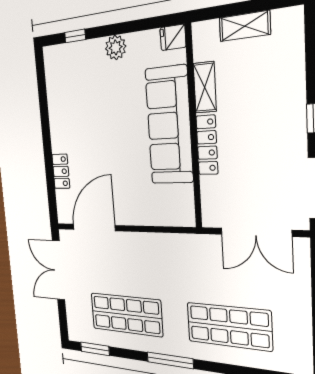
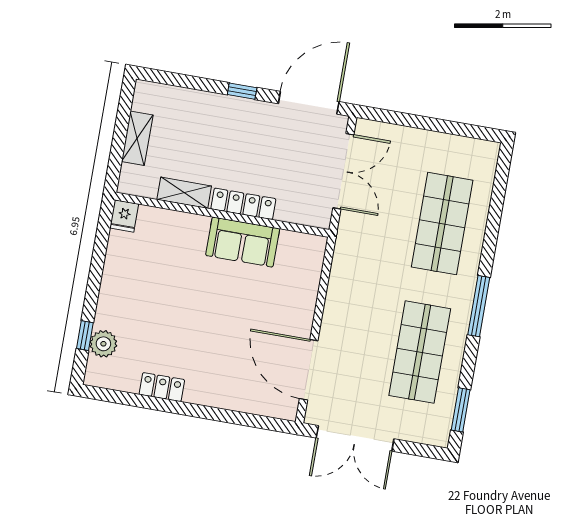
plant: (116, 47) -> (103, 344), moved
sofa: (169, 125) -> (243, 242), width x0.54, depth x0.79
locker: (61, 171) -> (162, 387), moved

